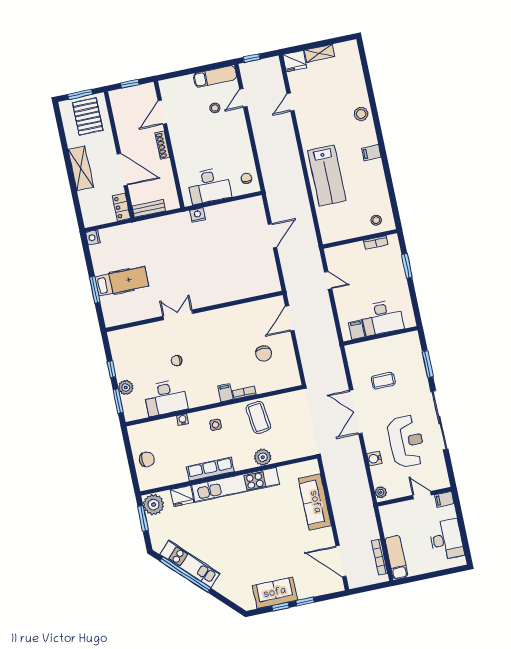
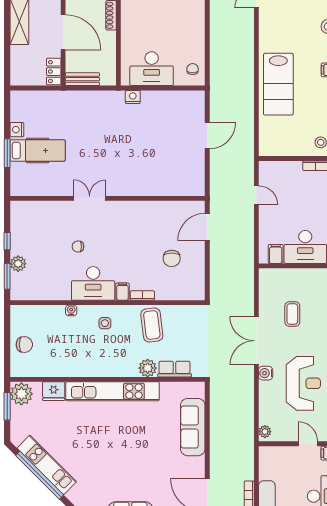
nightstand: (93, 238) -> (17, 130), moved
coffee table: (383, 381) -> (292, 314), turned 90
desk: (166, 398) -> (93, 283), moved
water cooler: (374, 459) -> (266, 373), moved
row of seats: (210, 469) -> (175, 369), moved, width x0.68

